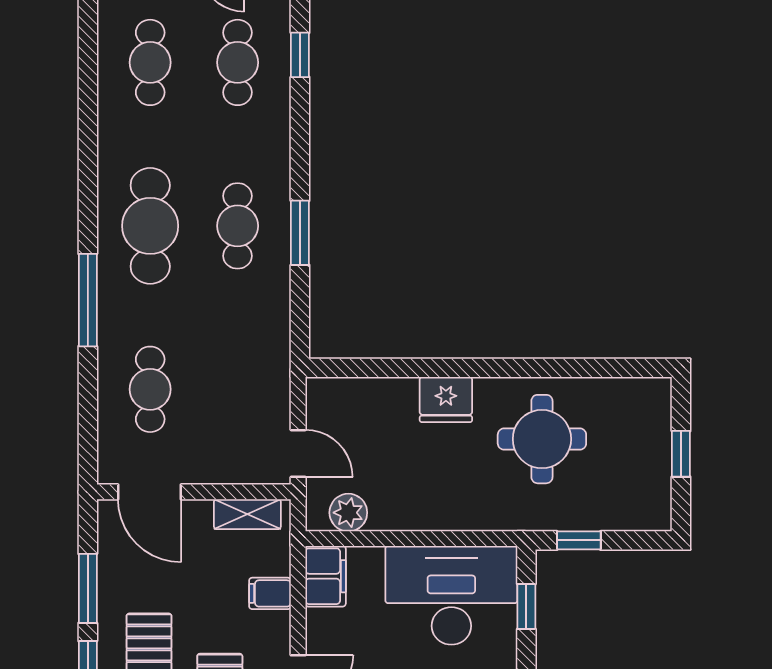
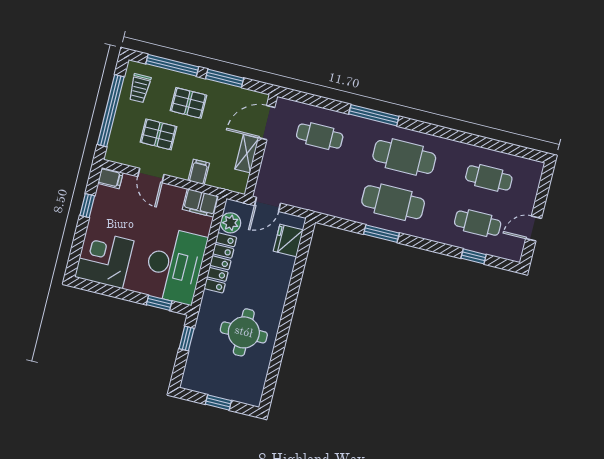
cafe table: (238, 226) -> (393, 202), width x1.37, depth x1.35
fridge: (446, 399) -> (288, 241), moved
locker: (426, 513) -> (220, 263), added
shelving: (247, 514) -> (247, 154), moved

